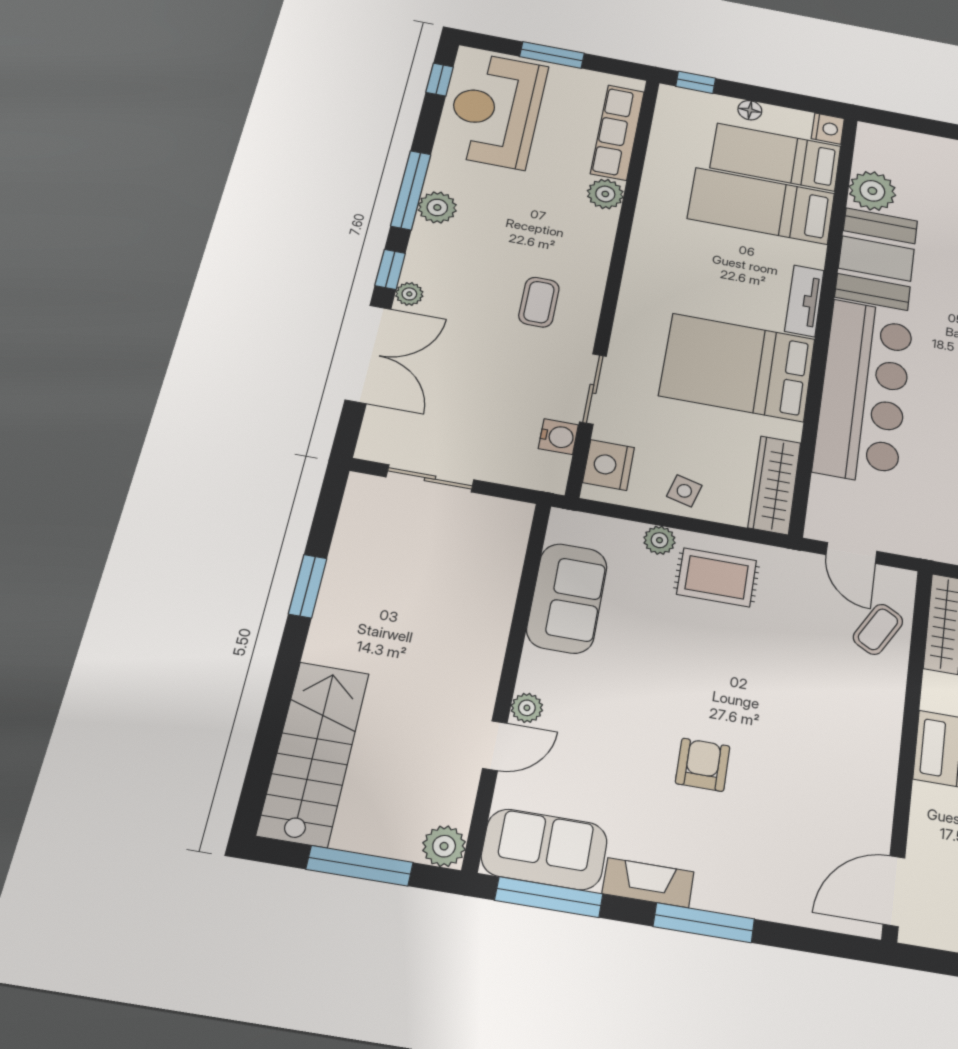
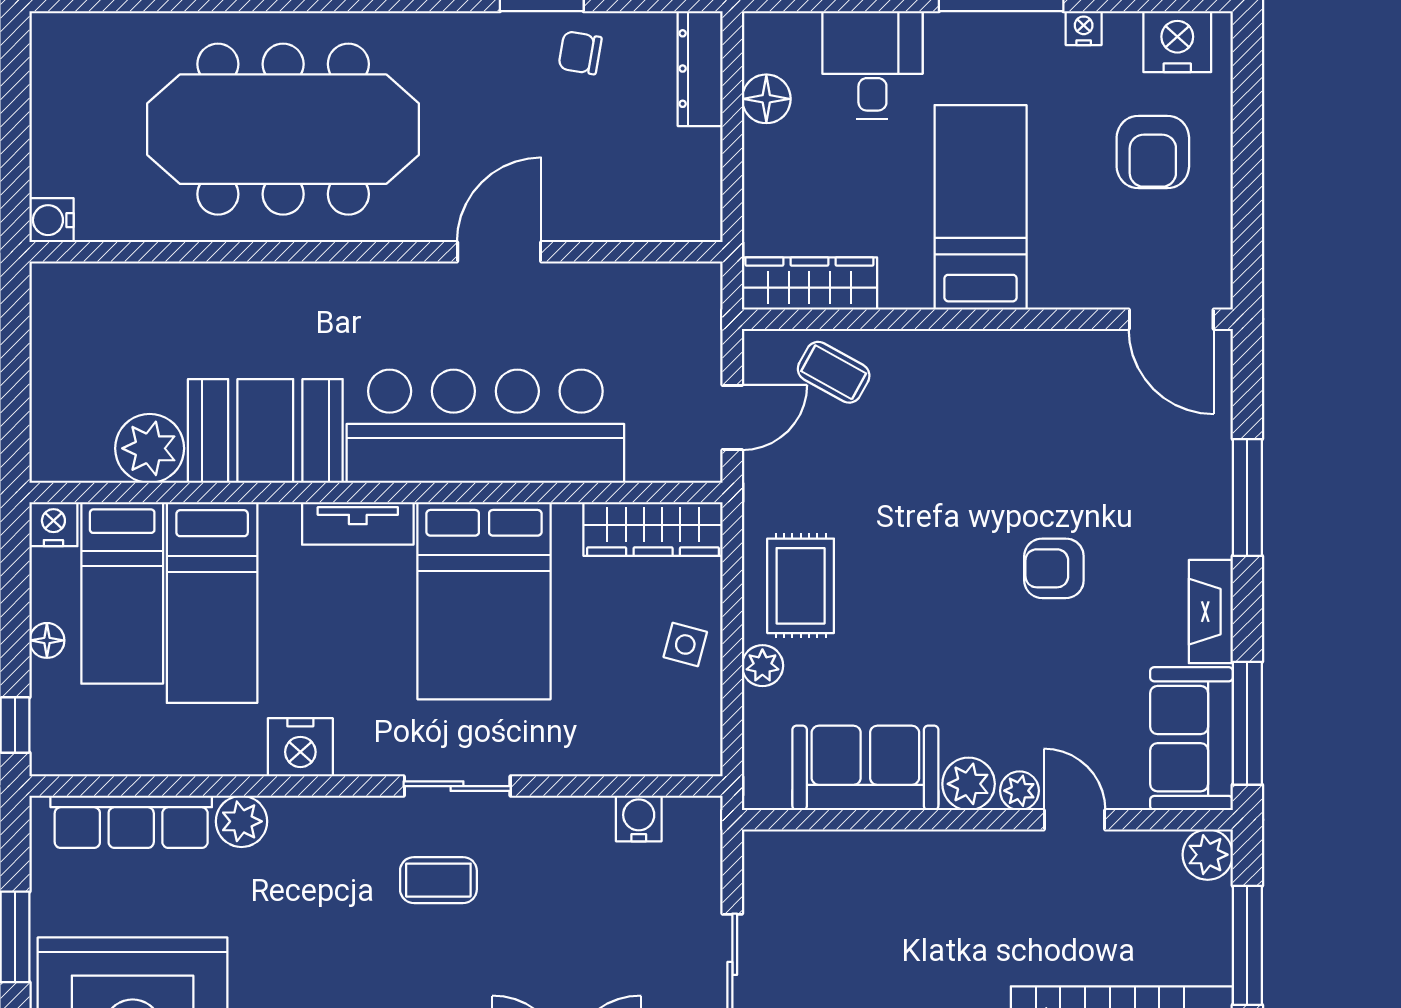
sliding door: (593, 389) -> (457, 786), moved
nightstand: (609, 465) -> (300, 747), moved
plant: (540, 671) -> (969, 784), added
window: (704, 923) -> (1247, 497), moved

